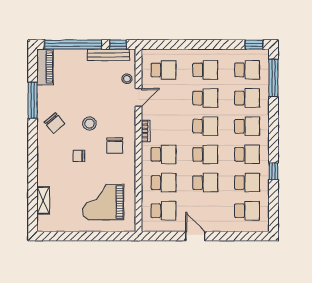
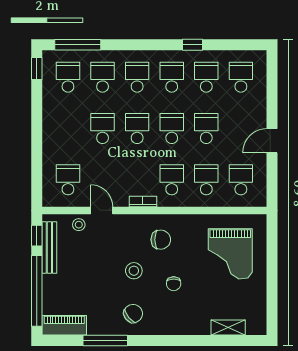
school desk: (205, 70) -> (68, 129), removed

